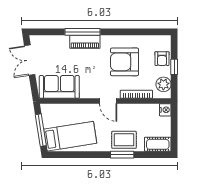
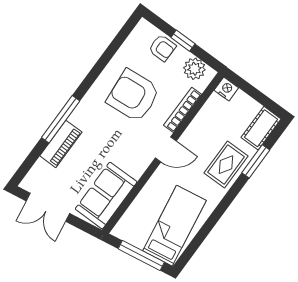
piano: (85, 42) -> (61, 144), moved
armchair: (124, 62) -> (133, 96), turned 85
window: (122, 155) -> (256, 161), moved

